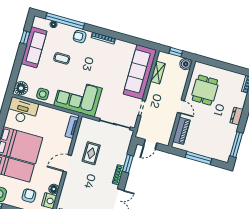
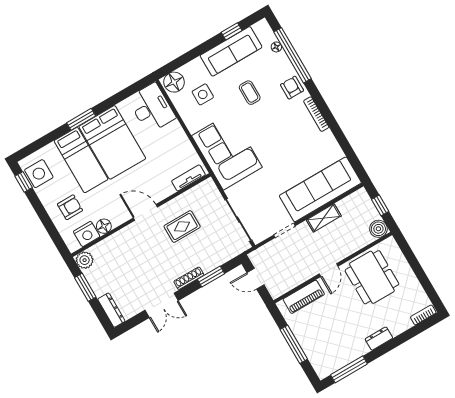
shelving: (158, 73) -> (324, 218), moved
dining table: (205, 90) -> (372, 277), width x1.38
side table: (43, 94) -> (203, 94), moved

